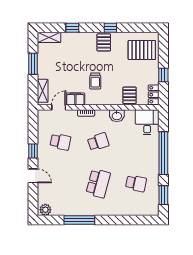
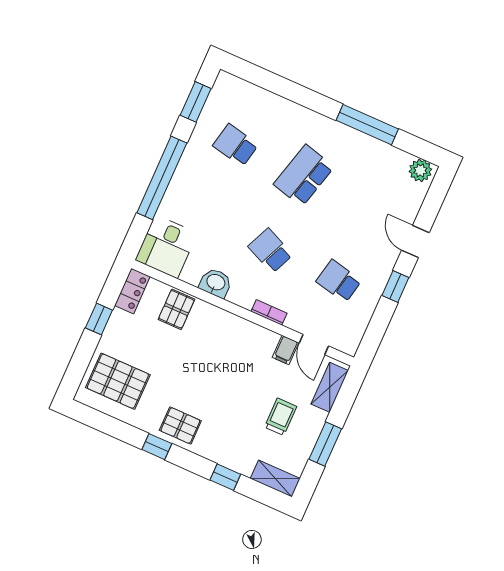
pallet: (104, 42) -> (180, 426), turned 90
trolley: (95, 81) -> (281, 417), moved
filing cabinet: (75, 99) -> (286, 350), width x0.50
door: (59, 107) -> (314, 345), hinge flipped
school desk: (98, 142) -> (270, 251), turned 42

